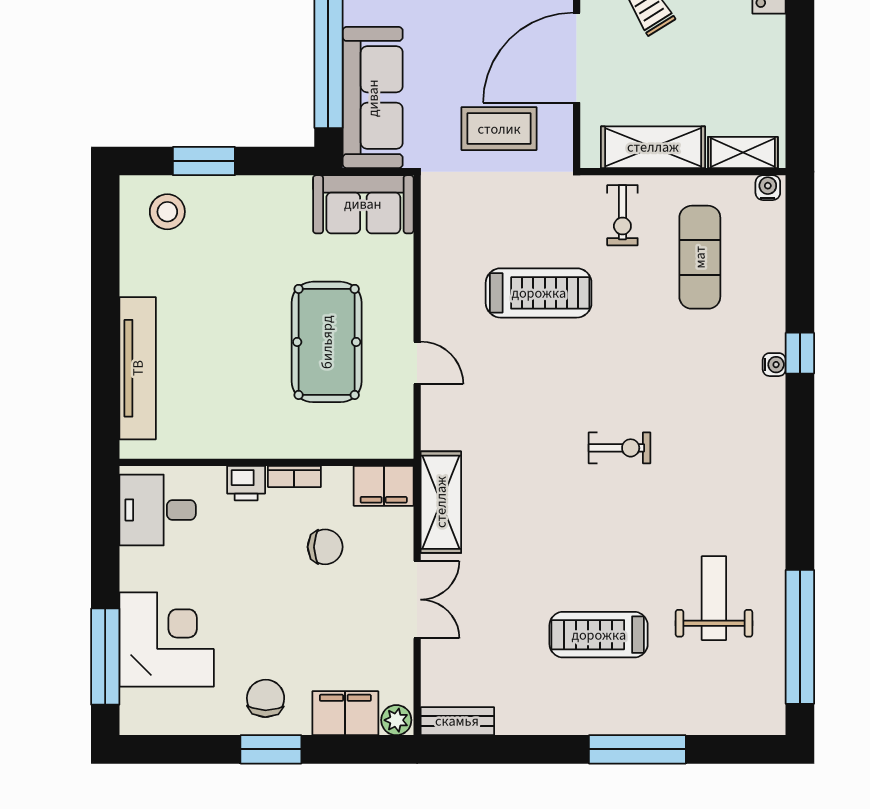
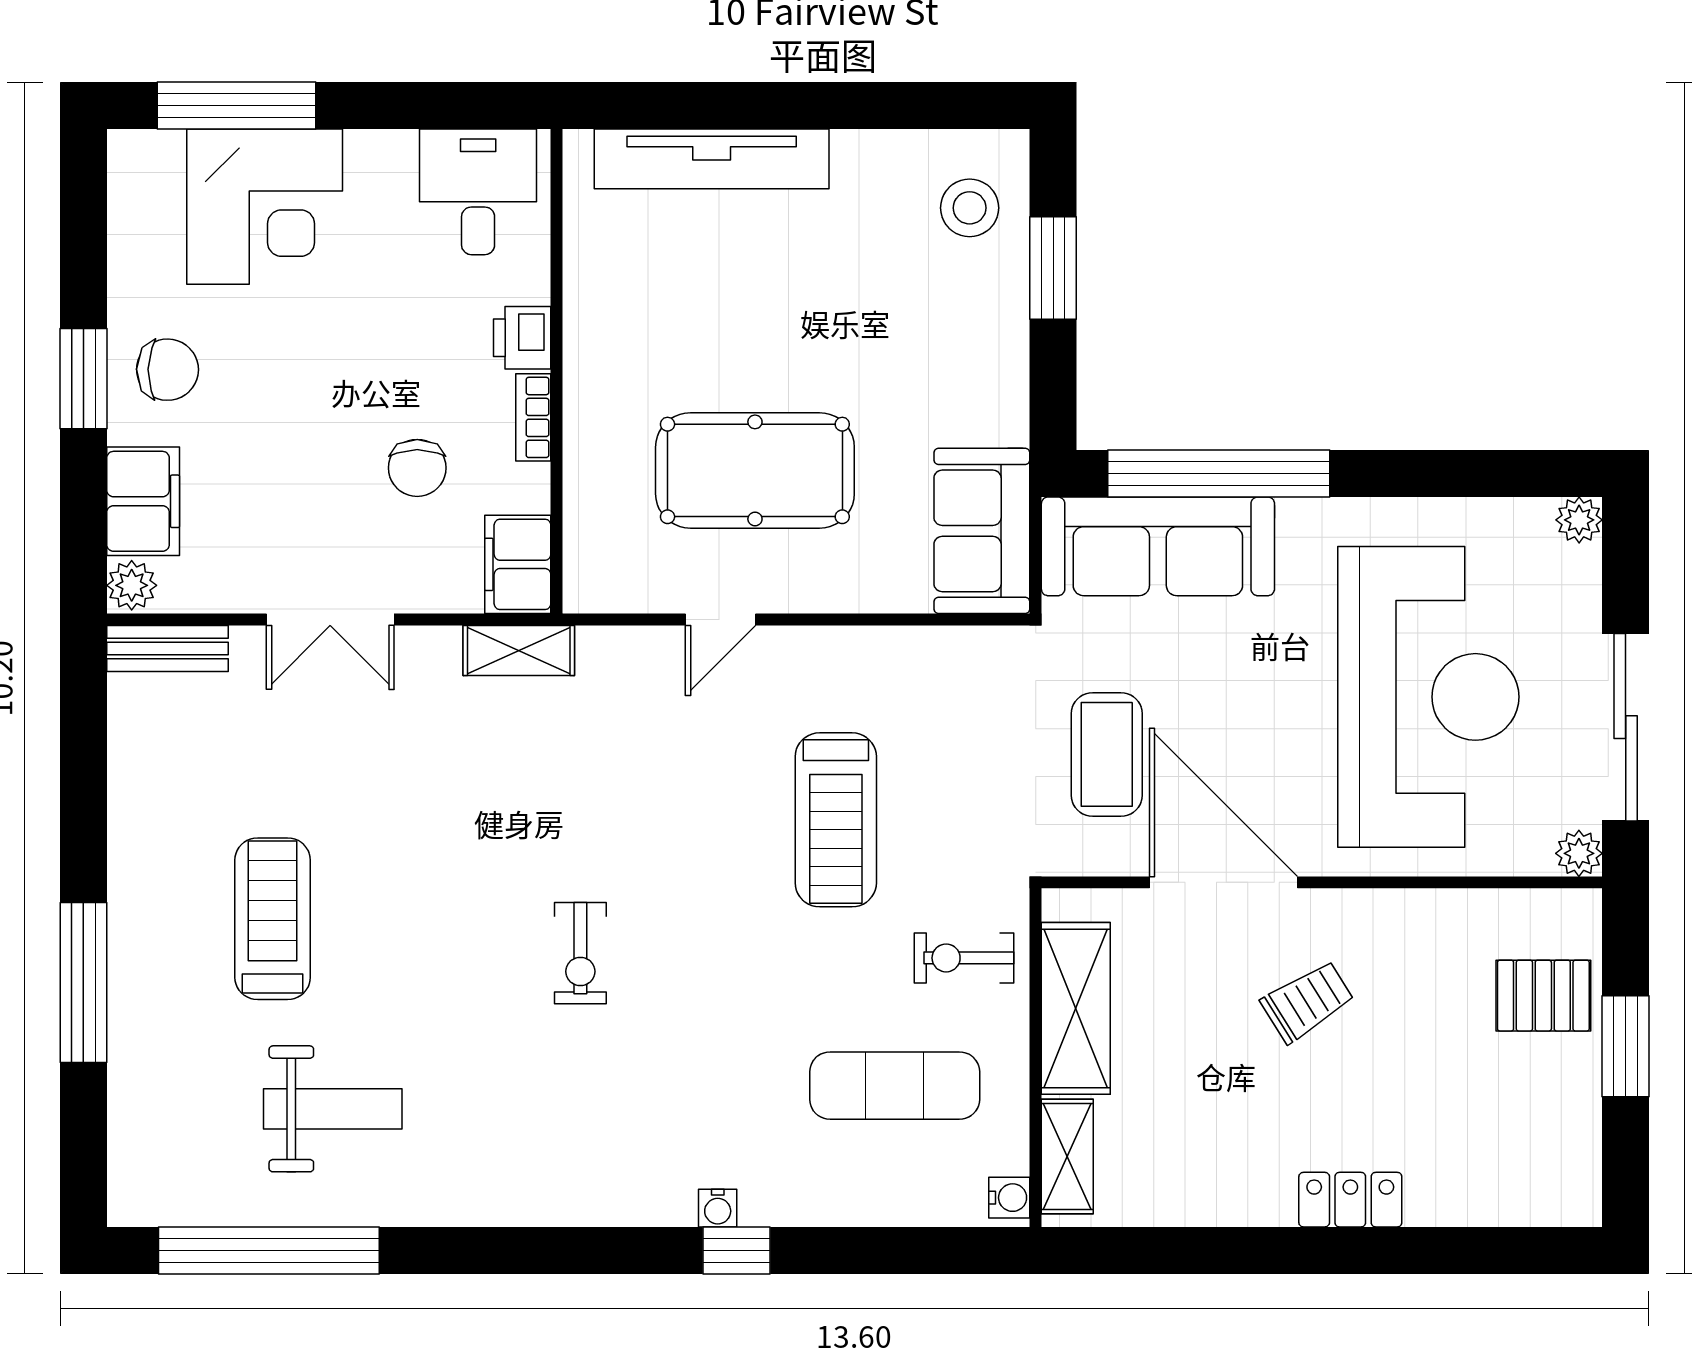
shelving: (441, 502) -> (519, 650), width x0.67, depth x0.75
bench: (457, 721) -> (167, 649), moved, turned 90

